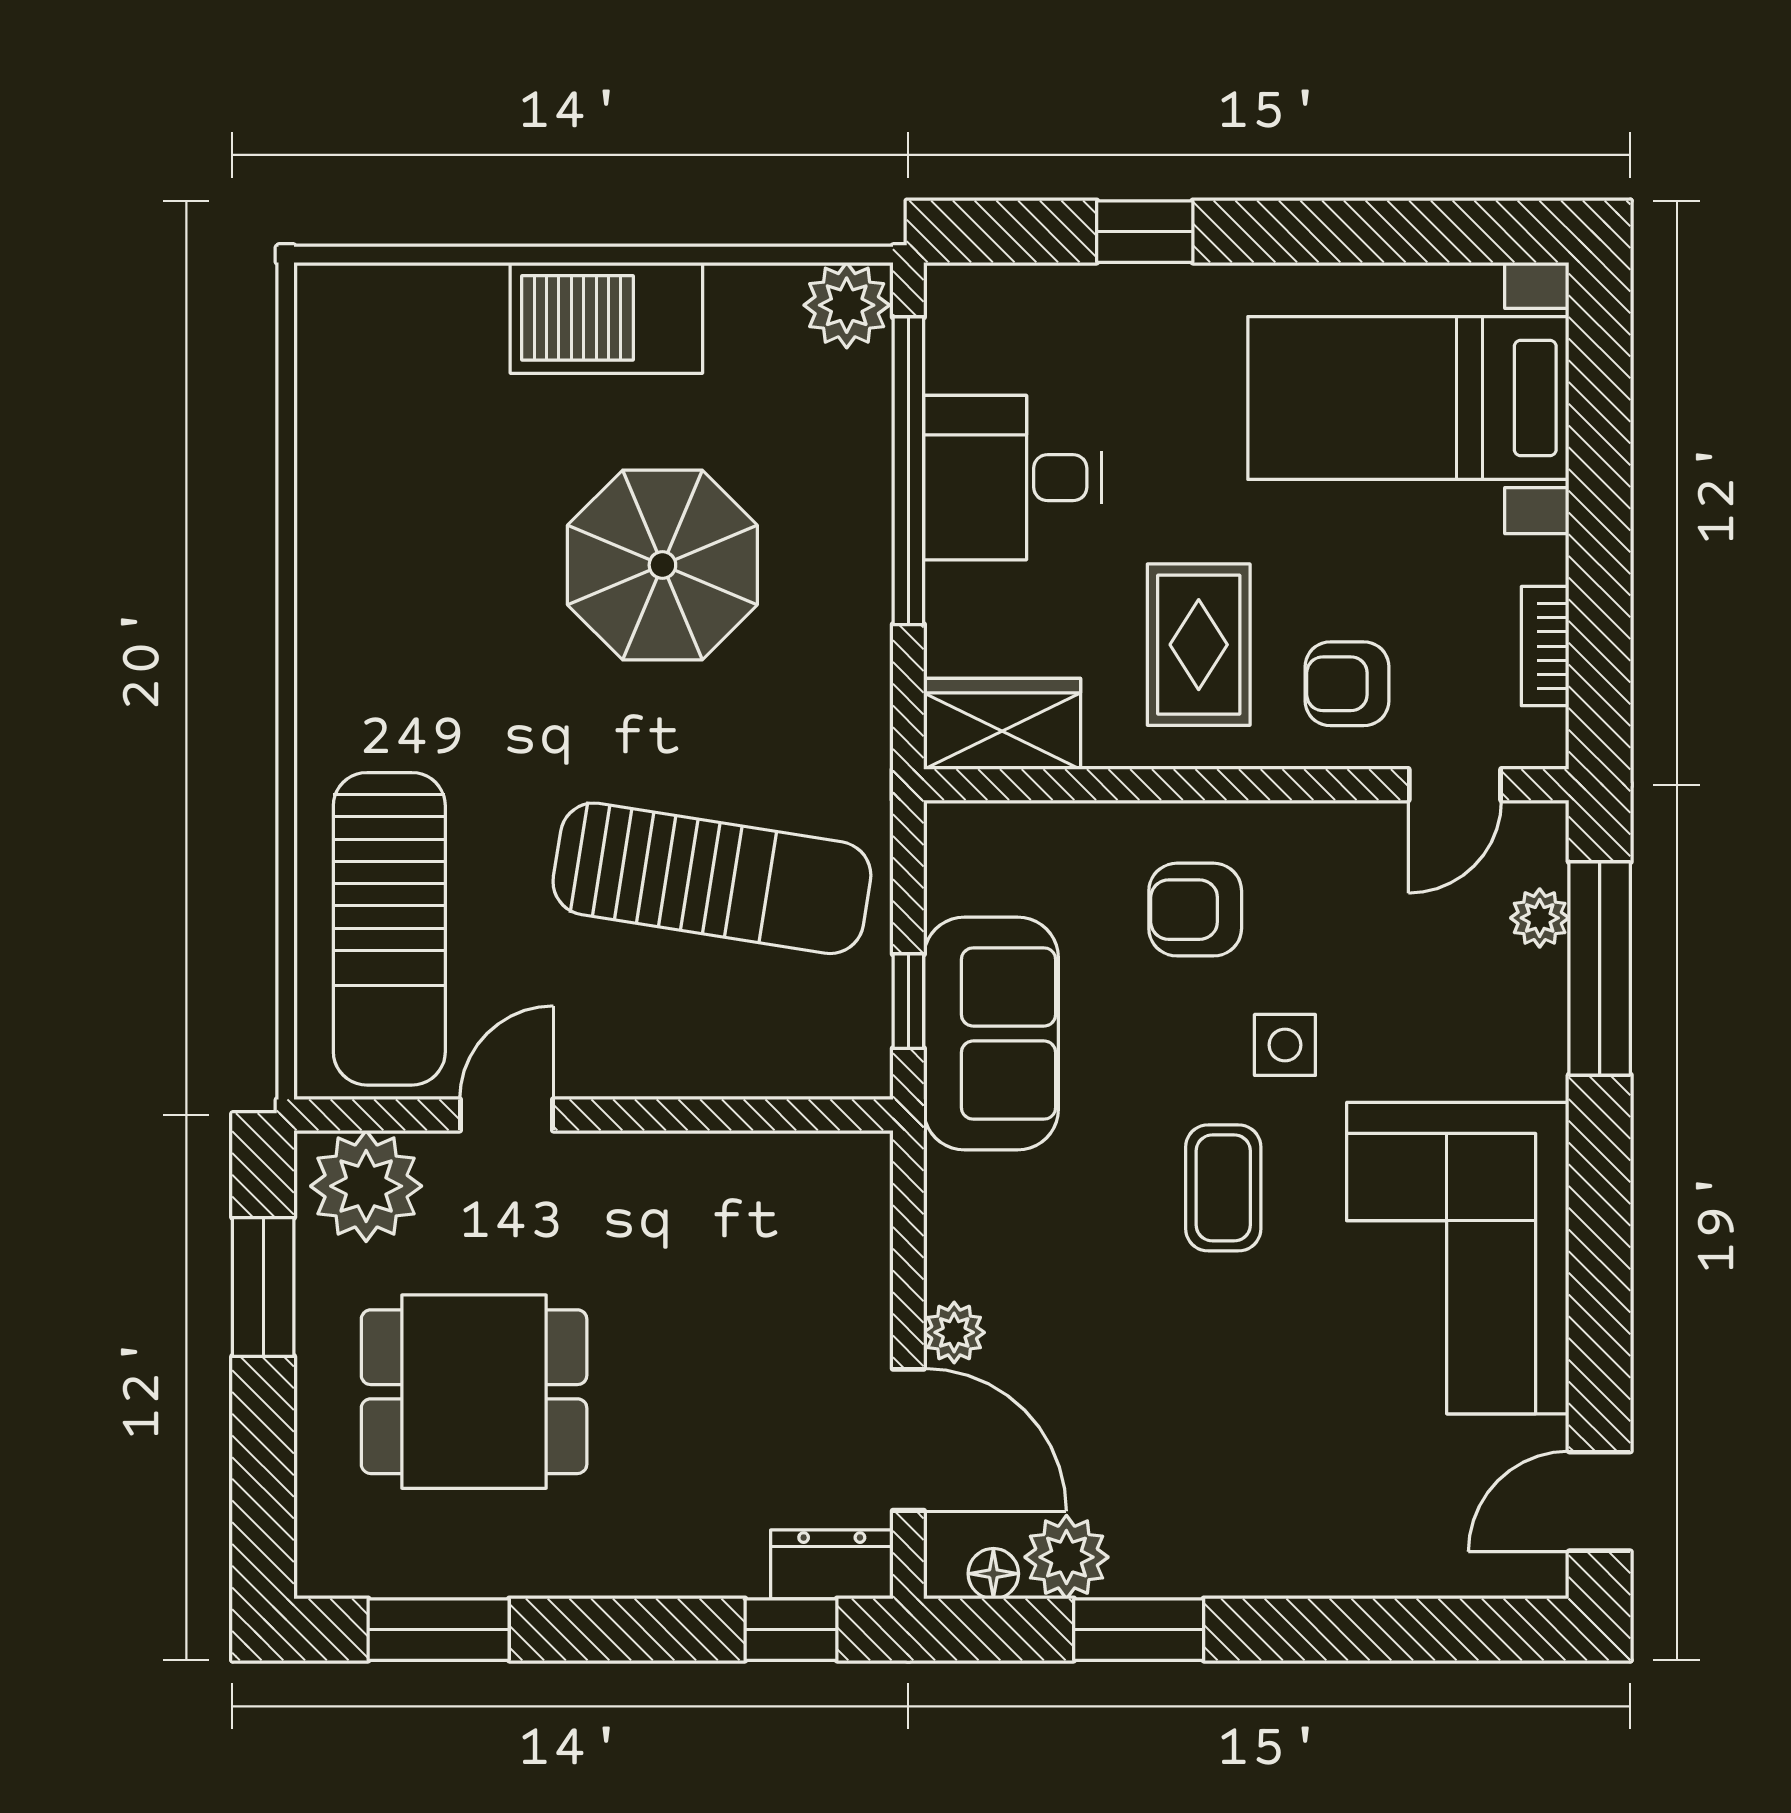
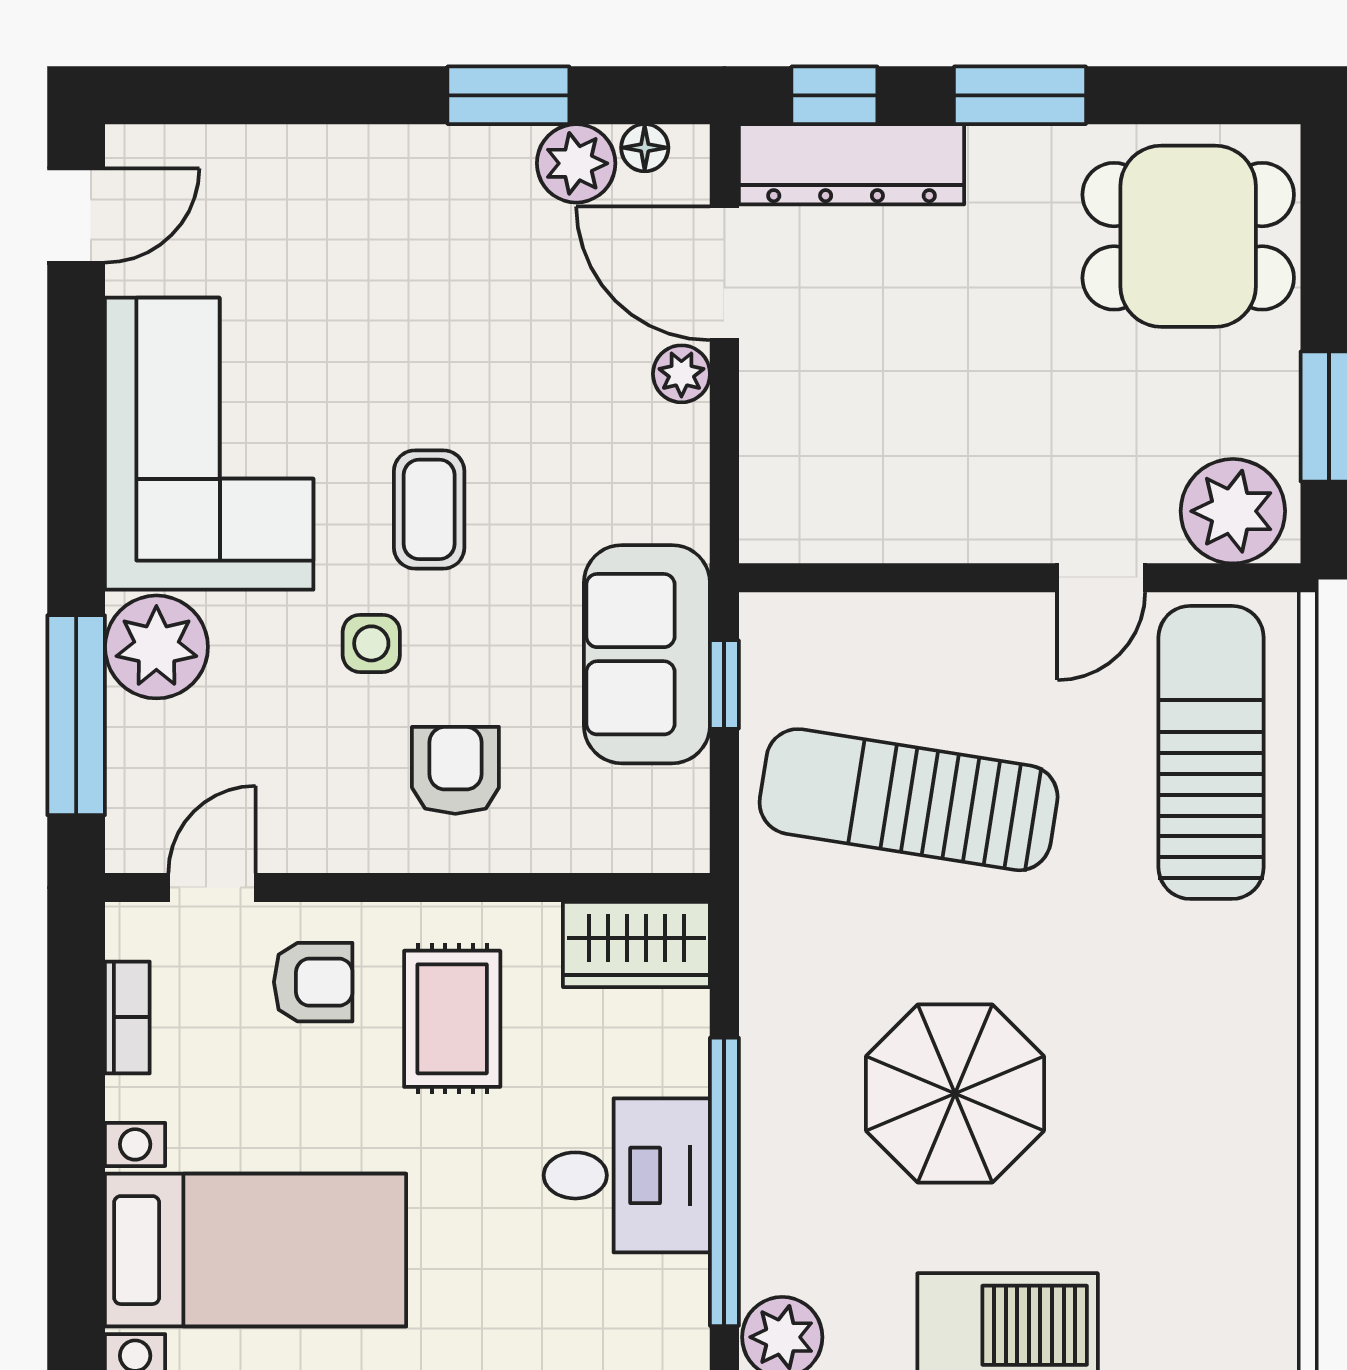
armchair: (1195, 910) -> (455, 770), turned -90
plant: (1540, 918) -> (156, 647), moved, width x1.87, depth x1.87
dining table: (474, 1392) -> (1188, 236), moved
dresser: (832, 1564) -> (851, 164), width x1.96, depth x1.24
window: (439, 1630) -> (1020, 95), moved

